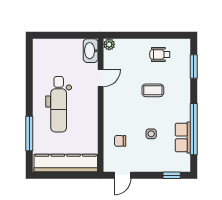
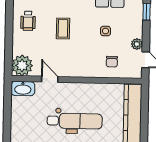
plant: (109, 44) -> (22, 65), width x1.88, depth x1.88
plant: (138, 166) -> (137, 44), added

